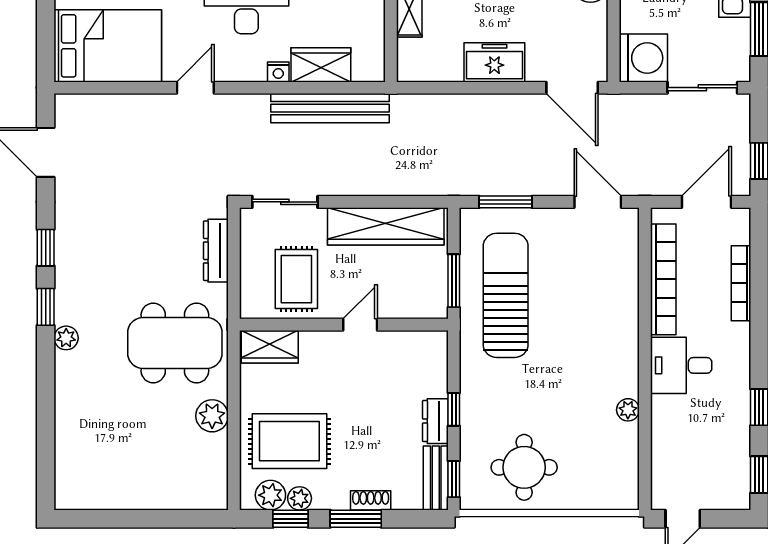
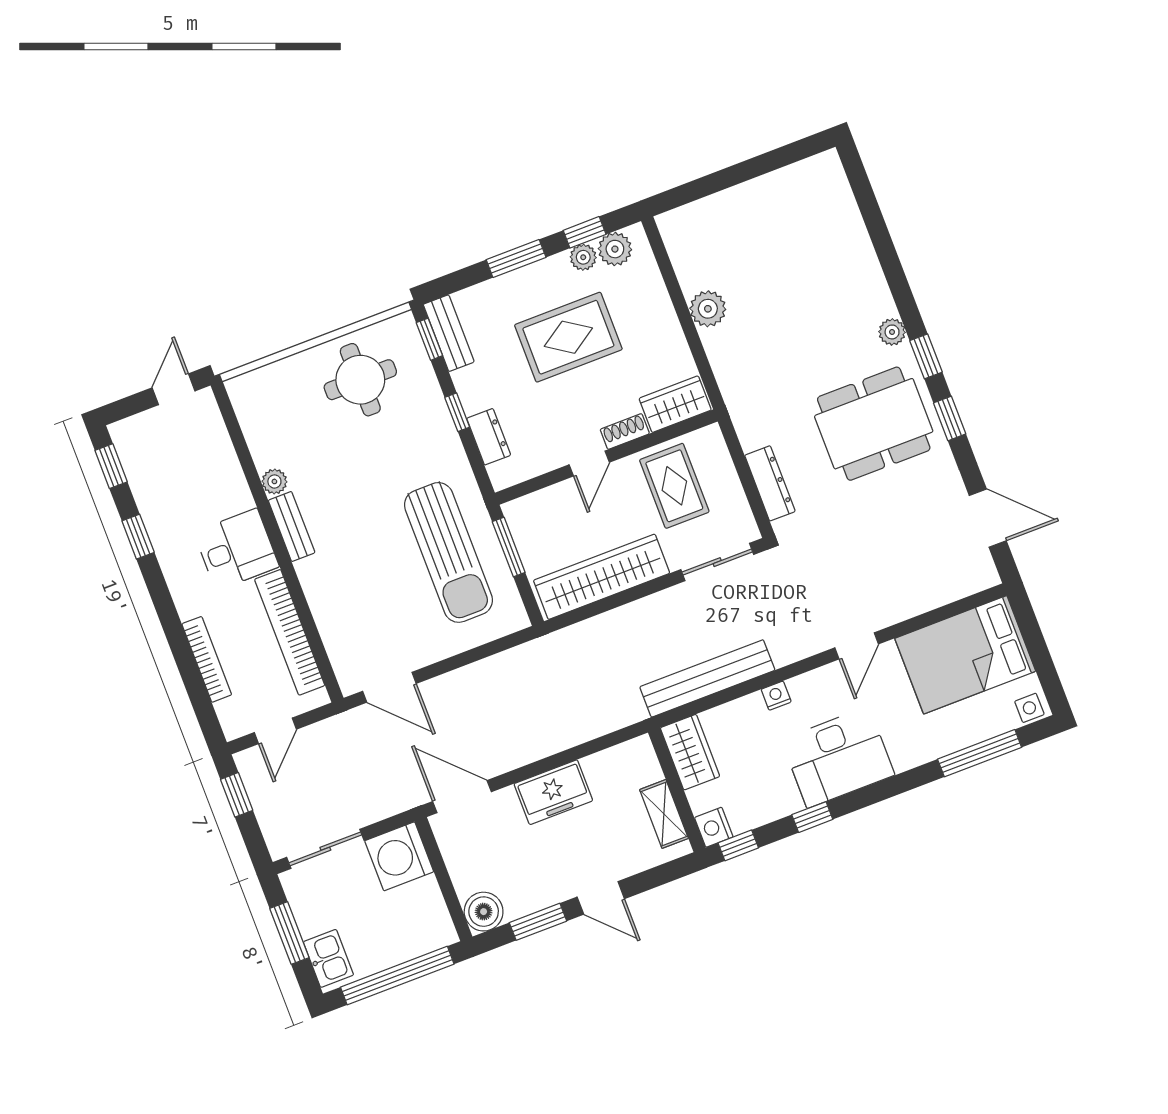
wardrobe: (321, 65) -> (690, 752), moved, turned -90
window: (506, 202) -> (486, 650), removed
door: (706, 202) -> (275, 731), width x0.73
dining table: (175, 343) -> (874, 424), moved
bench: (628, 367) -> (292, 527), added
dresser: (435, 421) -> (489, 437), moved
rug: (289, 441) -> (568, 337), moved
shoe rack: (371, 500) -> (625, 432), moved, turned 180

